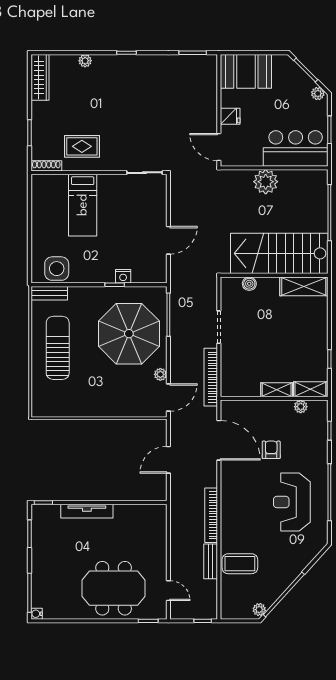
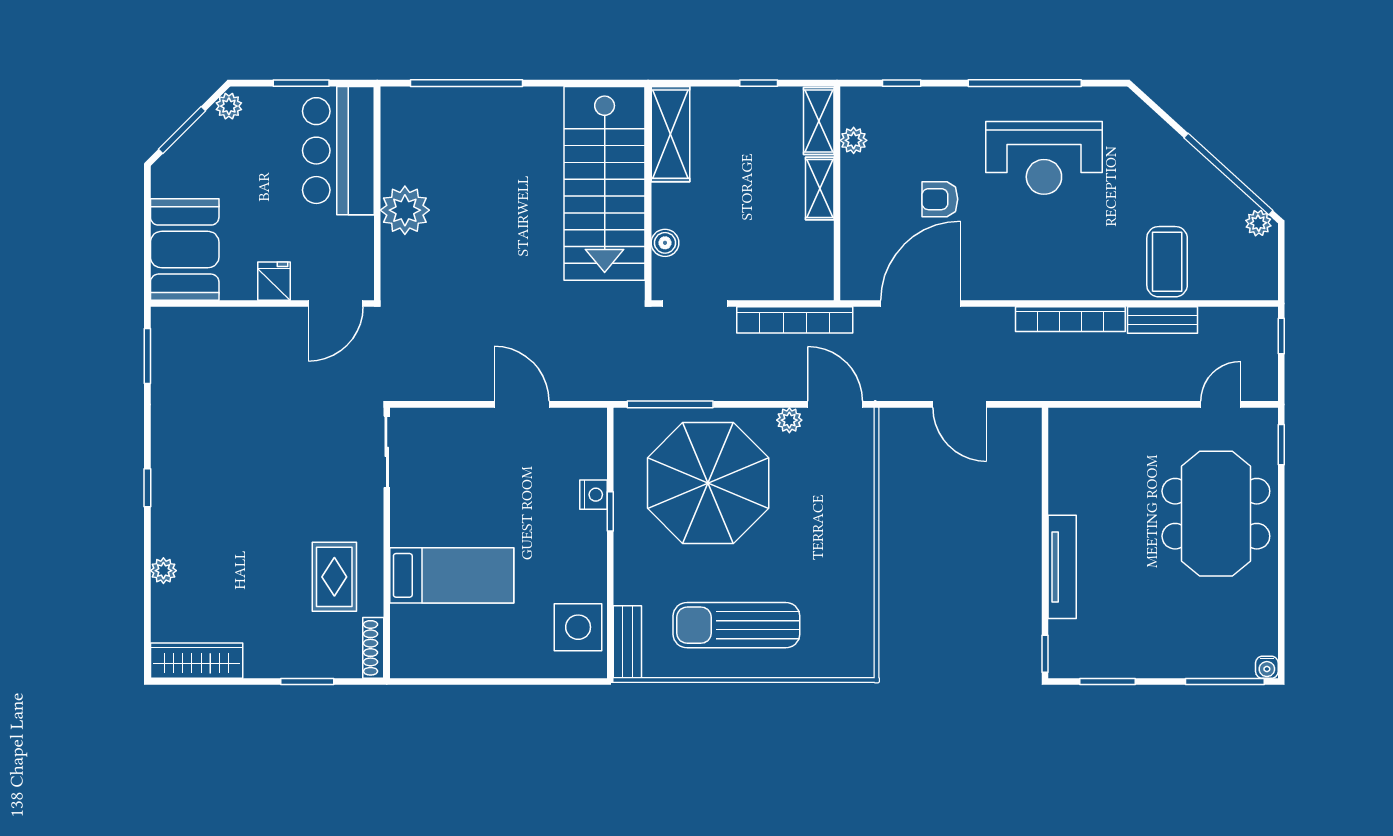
stairs: (279, 253) -> (605, 183), moved
wall: (274, 275) -> (648, 193), moved
boiler: (249, 284) -> (665, 243), moved
shelving: (304, 286) -> (670, 134), moved

